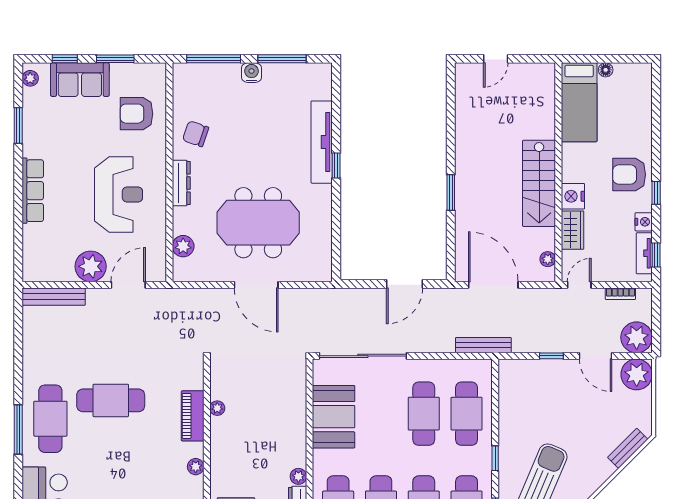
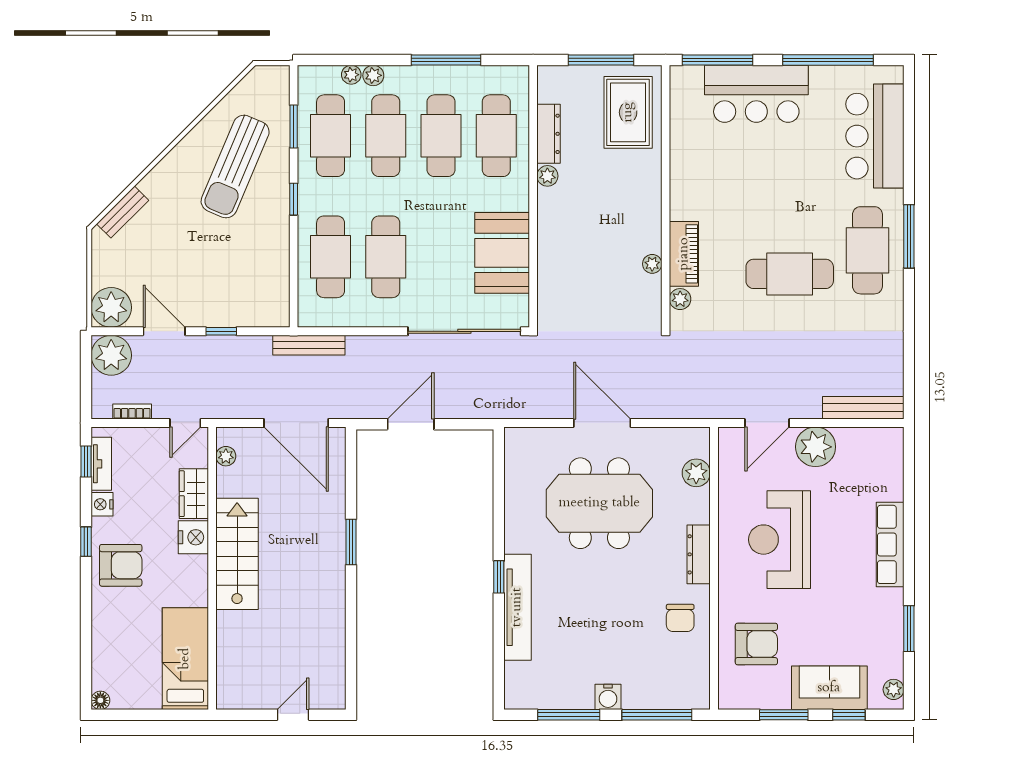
floor lamp: (606, 70) -> (100, 700), moved
chair: (196, 134) -> (680, 618), turned 71
plant: (196, 467) -> (680, 299), moved

